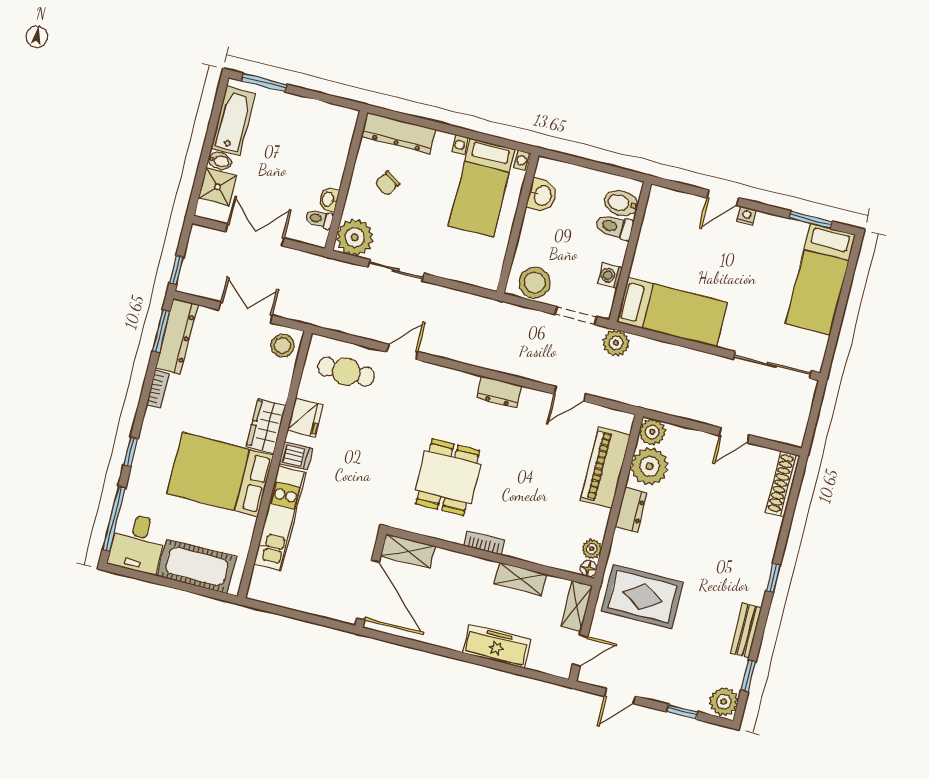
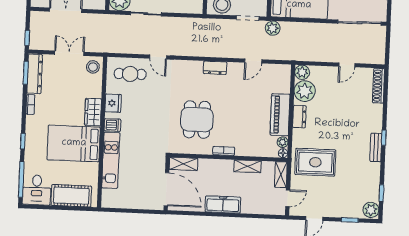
door: (402, 352) -> (158, 57), swing flipped
piano: (605, 468) -> (280, 115), moved
bench: (746, 630) -> (376, 147), moved
freezer: (497, 646) -> (223, 205), moved

